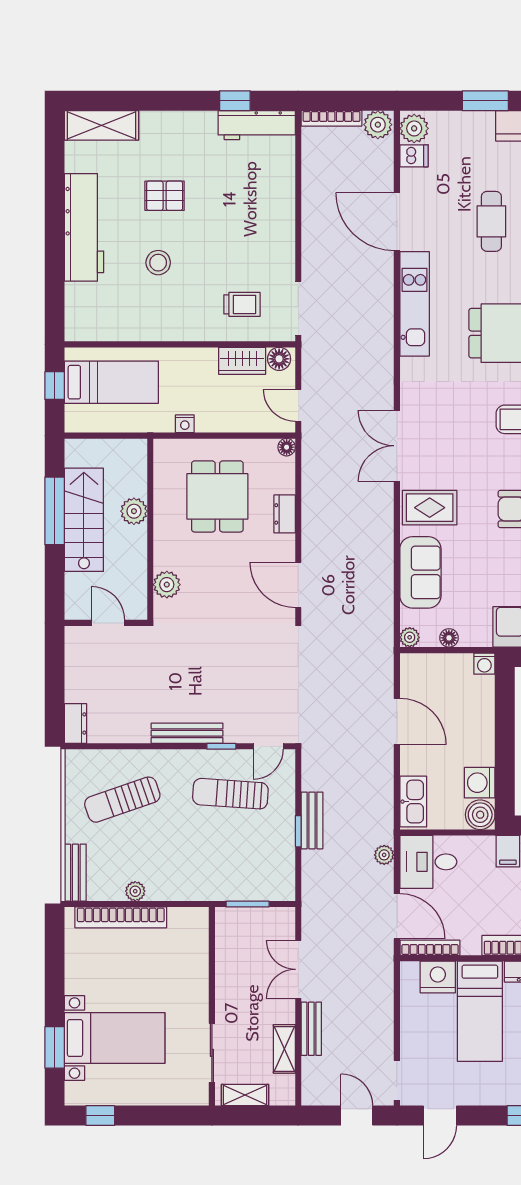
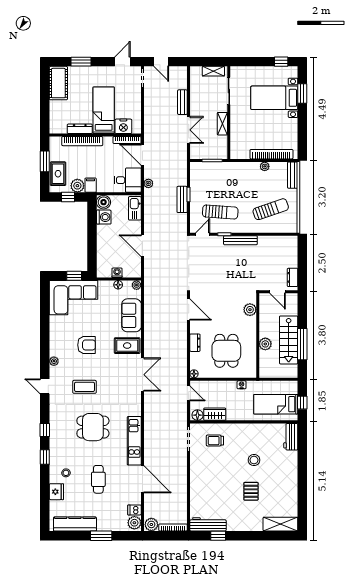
pallet: (165, 196) -> (251, 491), turned 90
workbench: (84, 227) -> (291, 437), moved, width x0.53, depth x0.76
washing machine: (484, 664) -> (117, 273), moved
dresser: (76, 723) -> (293, 277), moved
shelving: (284, 1049) -> (222, 124), moved

